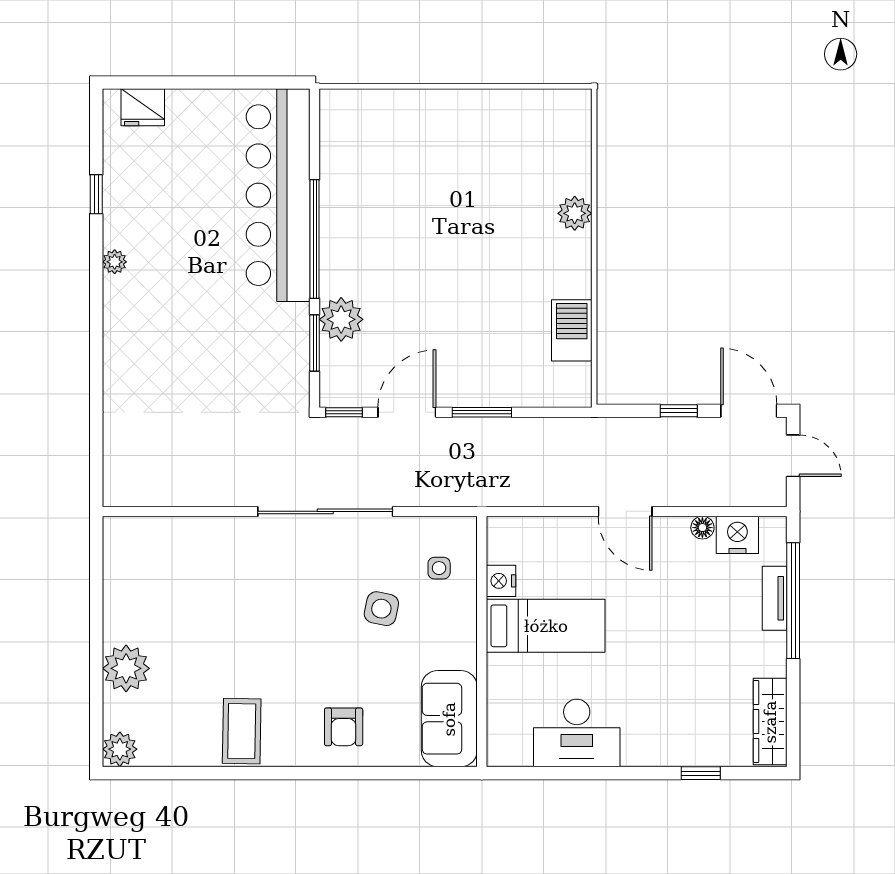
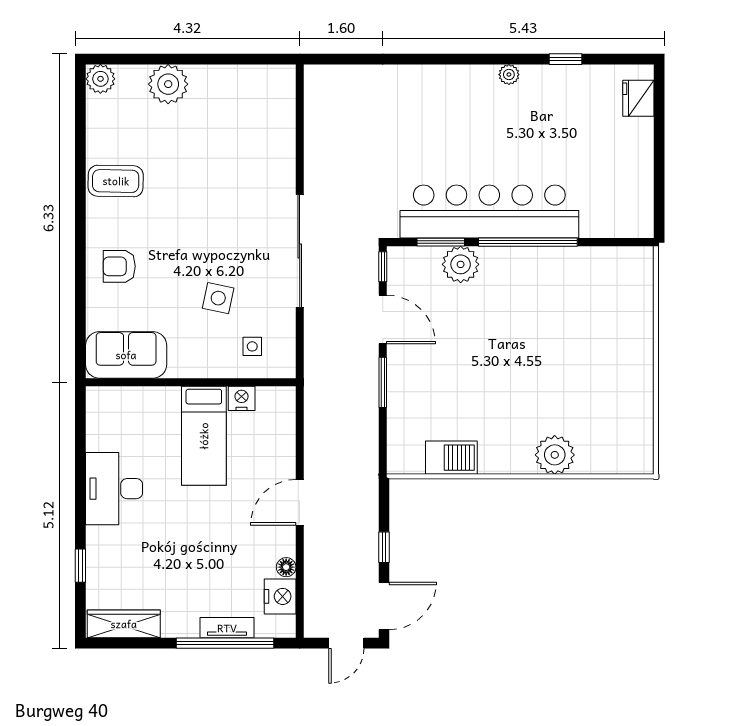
bar counter: (278, 195) -> (489, 212), moved
plant: (575, 213) -> (555, 455), width x1.36, depth x1.36
desk: (577, 733) -> (114, 489), moved

